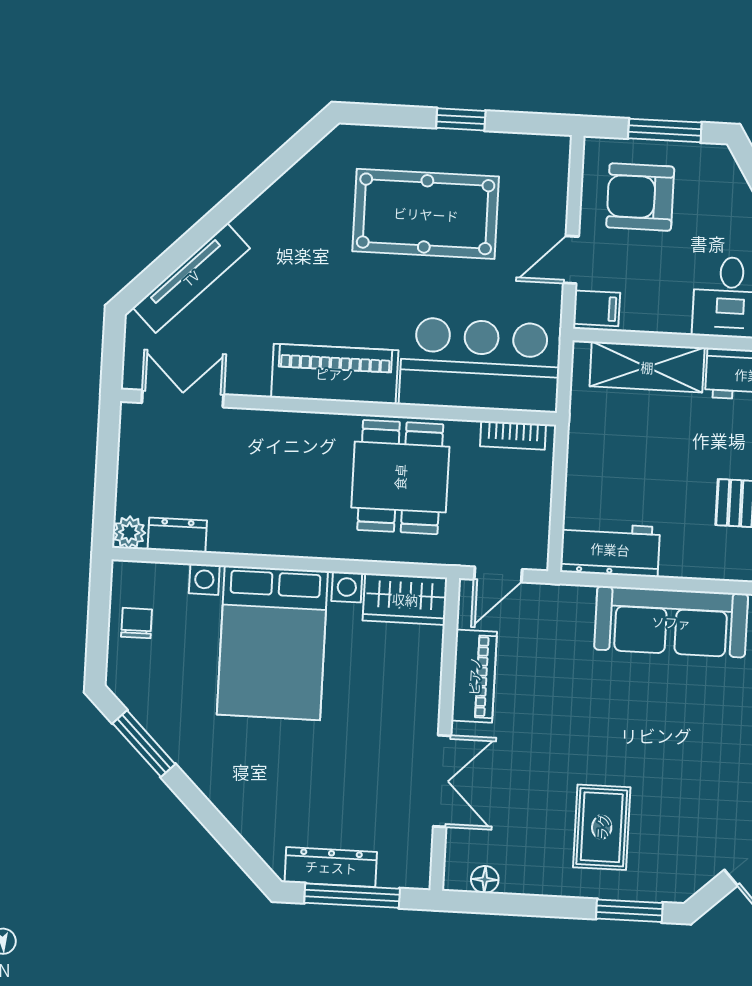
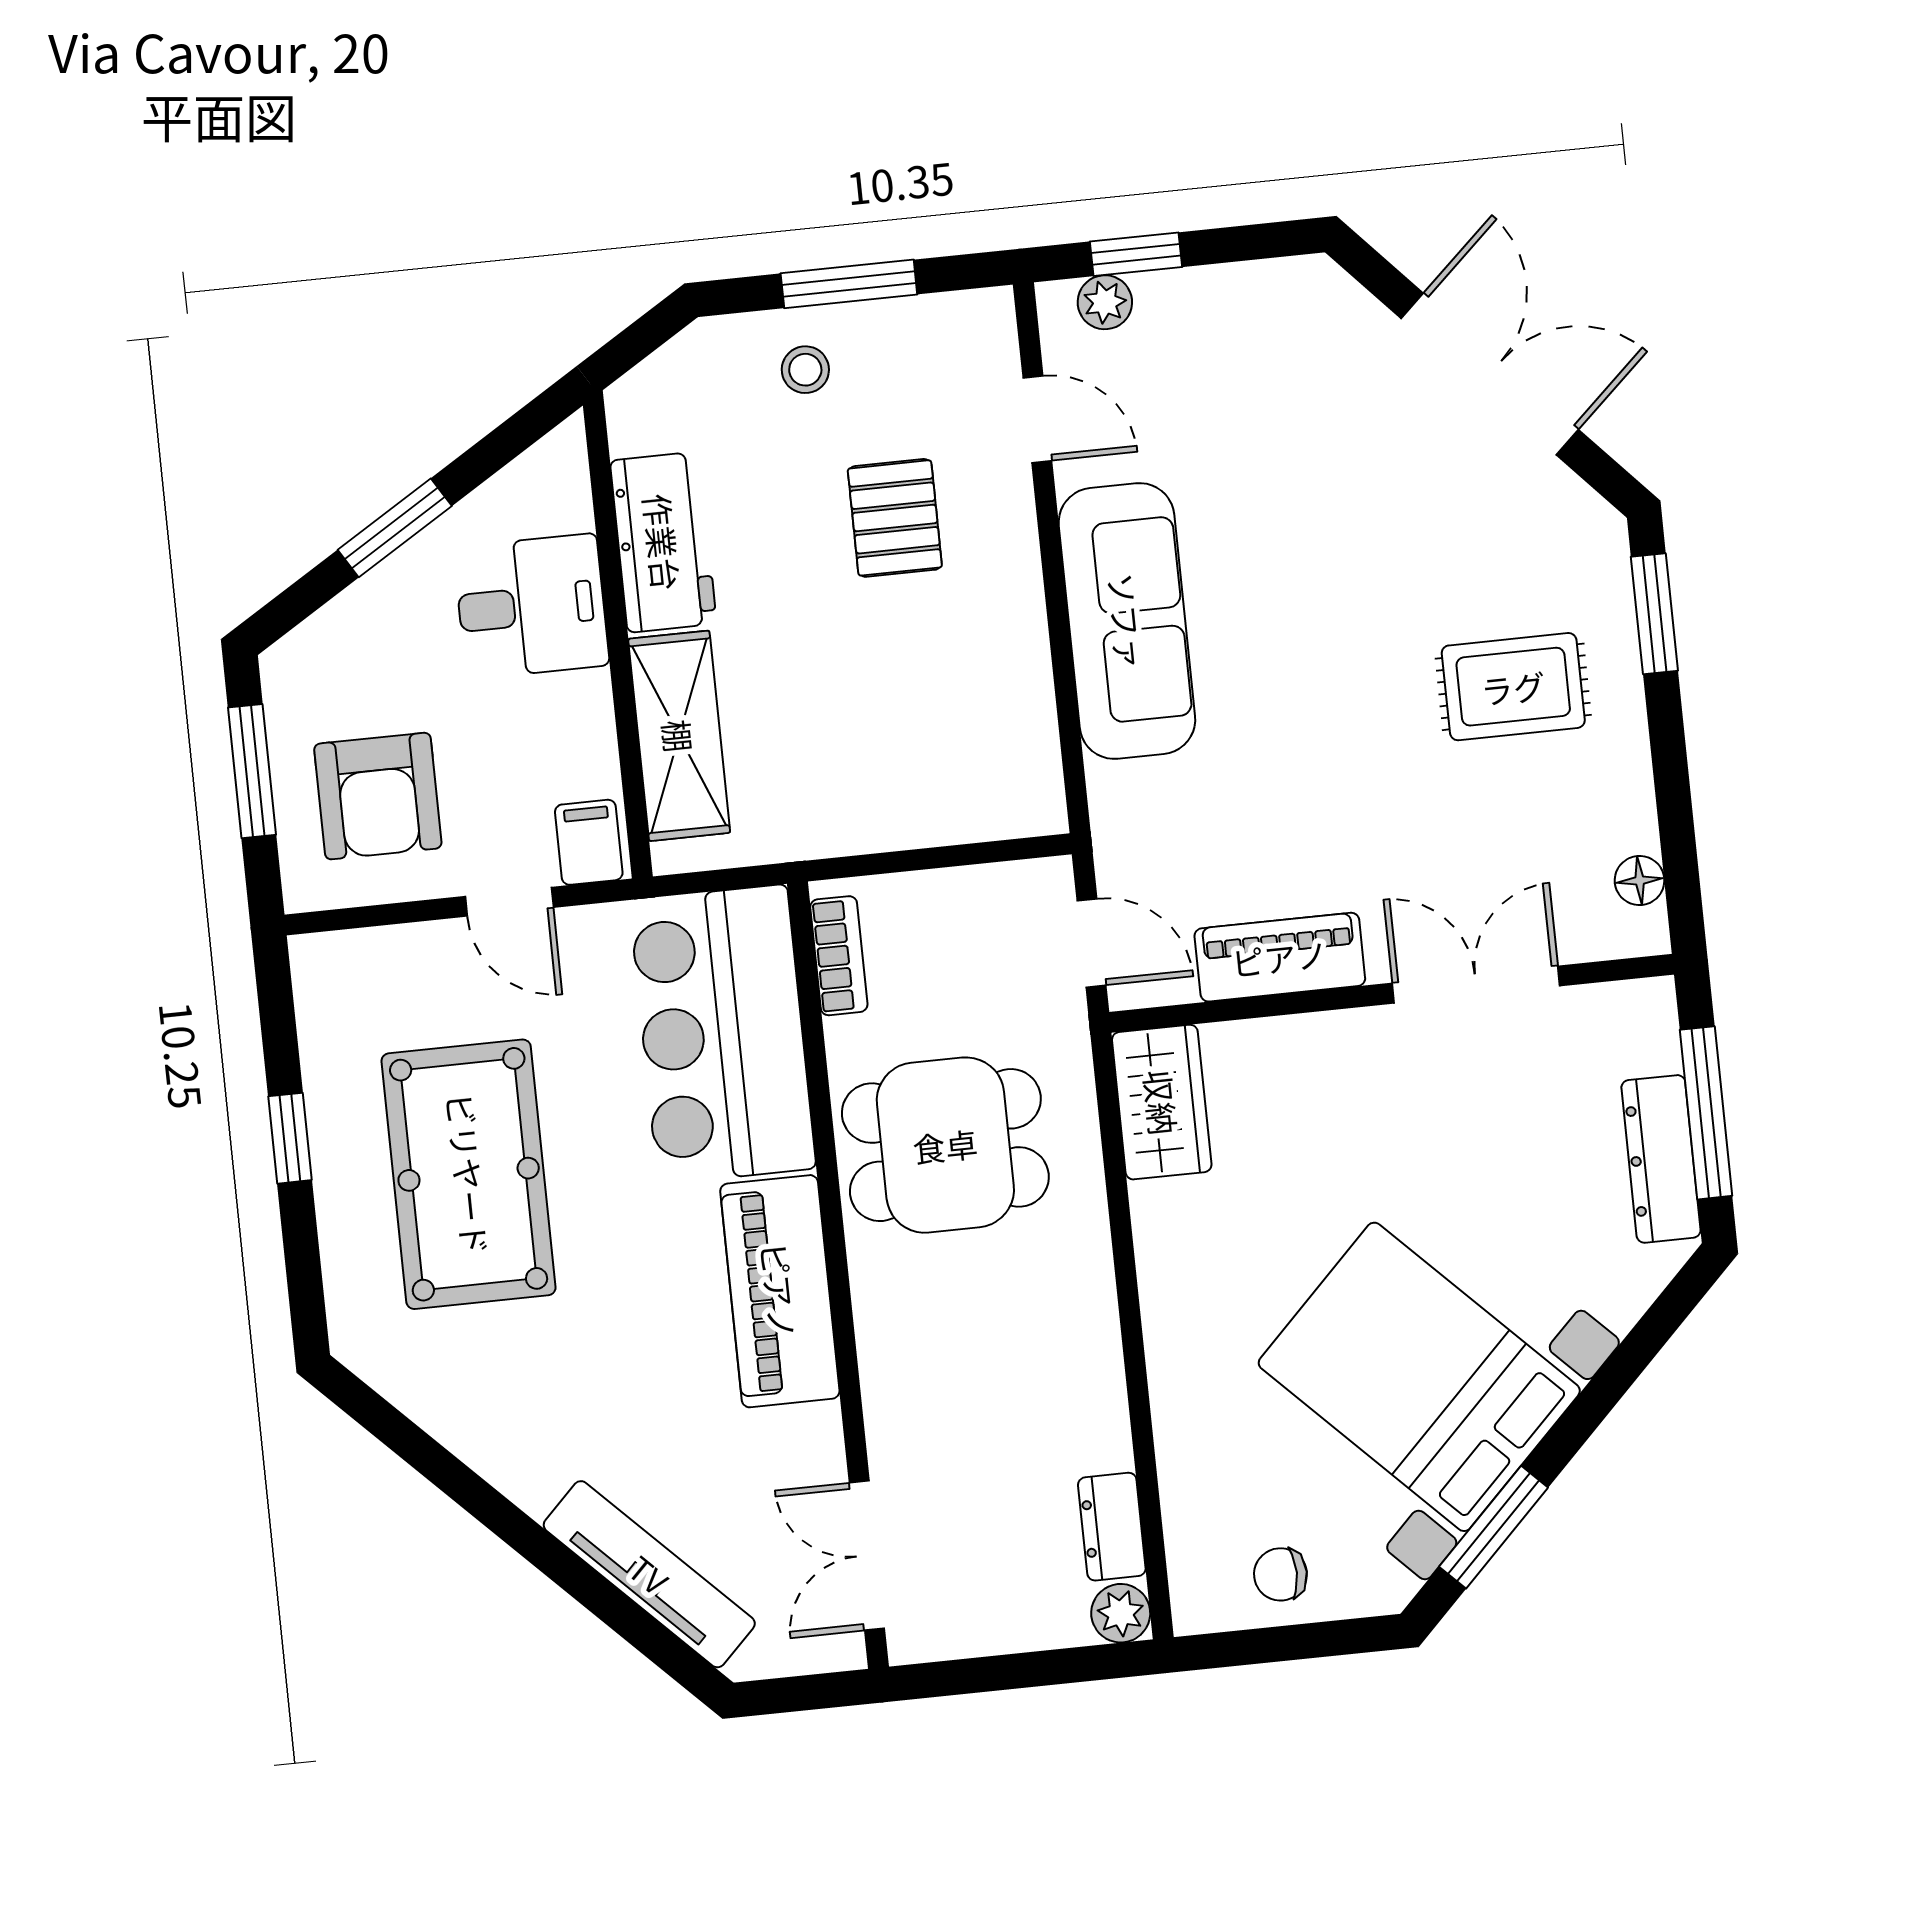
workbench: (610, 549) -> (1015, 750), removed
bed with nightstands: (272, 643) -> (1419, 1377), moved, turned -135

